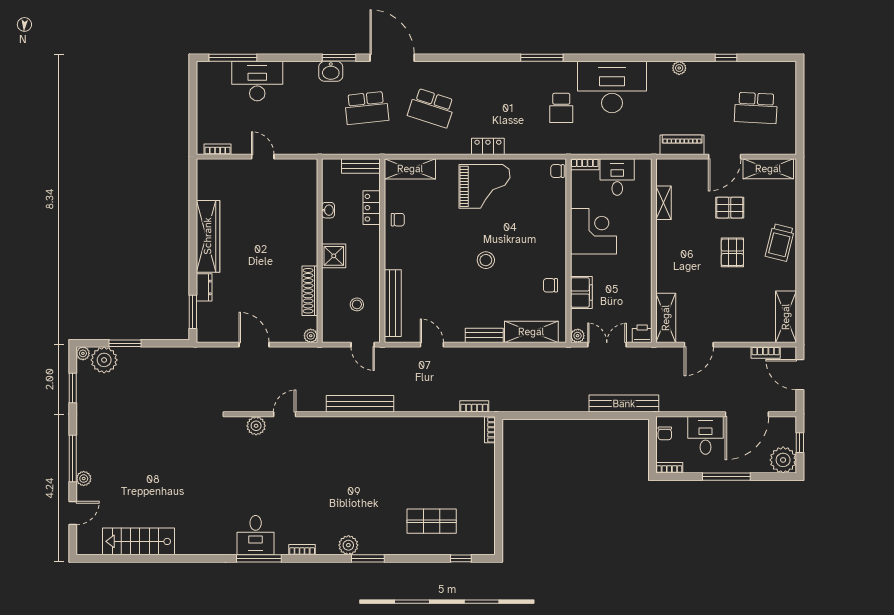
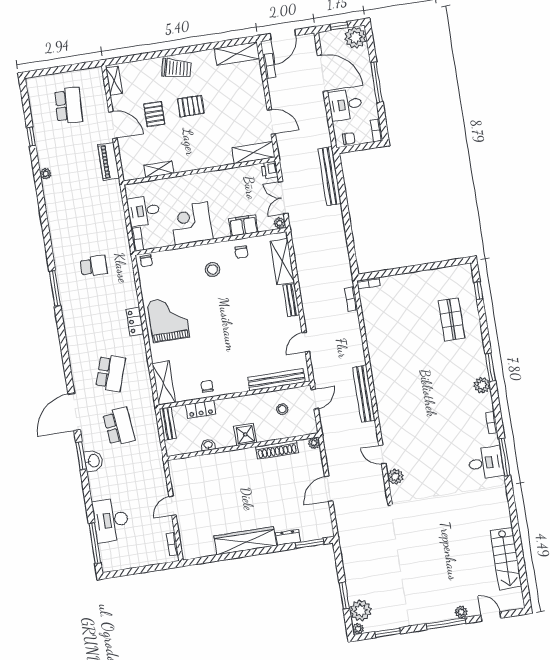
desk: (612, 87) -> (70, 227), removed
shelving: (768, 169) -> (114, 81), width x0.67, depth x0.75
stool: (486, 260) -> (213, 269), moved

